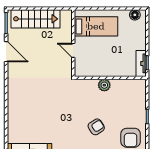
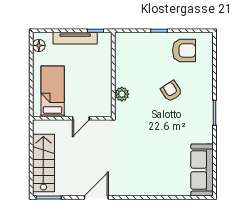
door: (6, 52) -> (96, 198), moved
tv unit: (141, 63) -> (75, 38), moved, width x1.41
plant: (104, 85) -> (122, 94), moved

